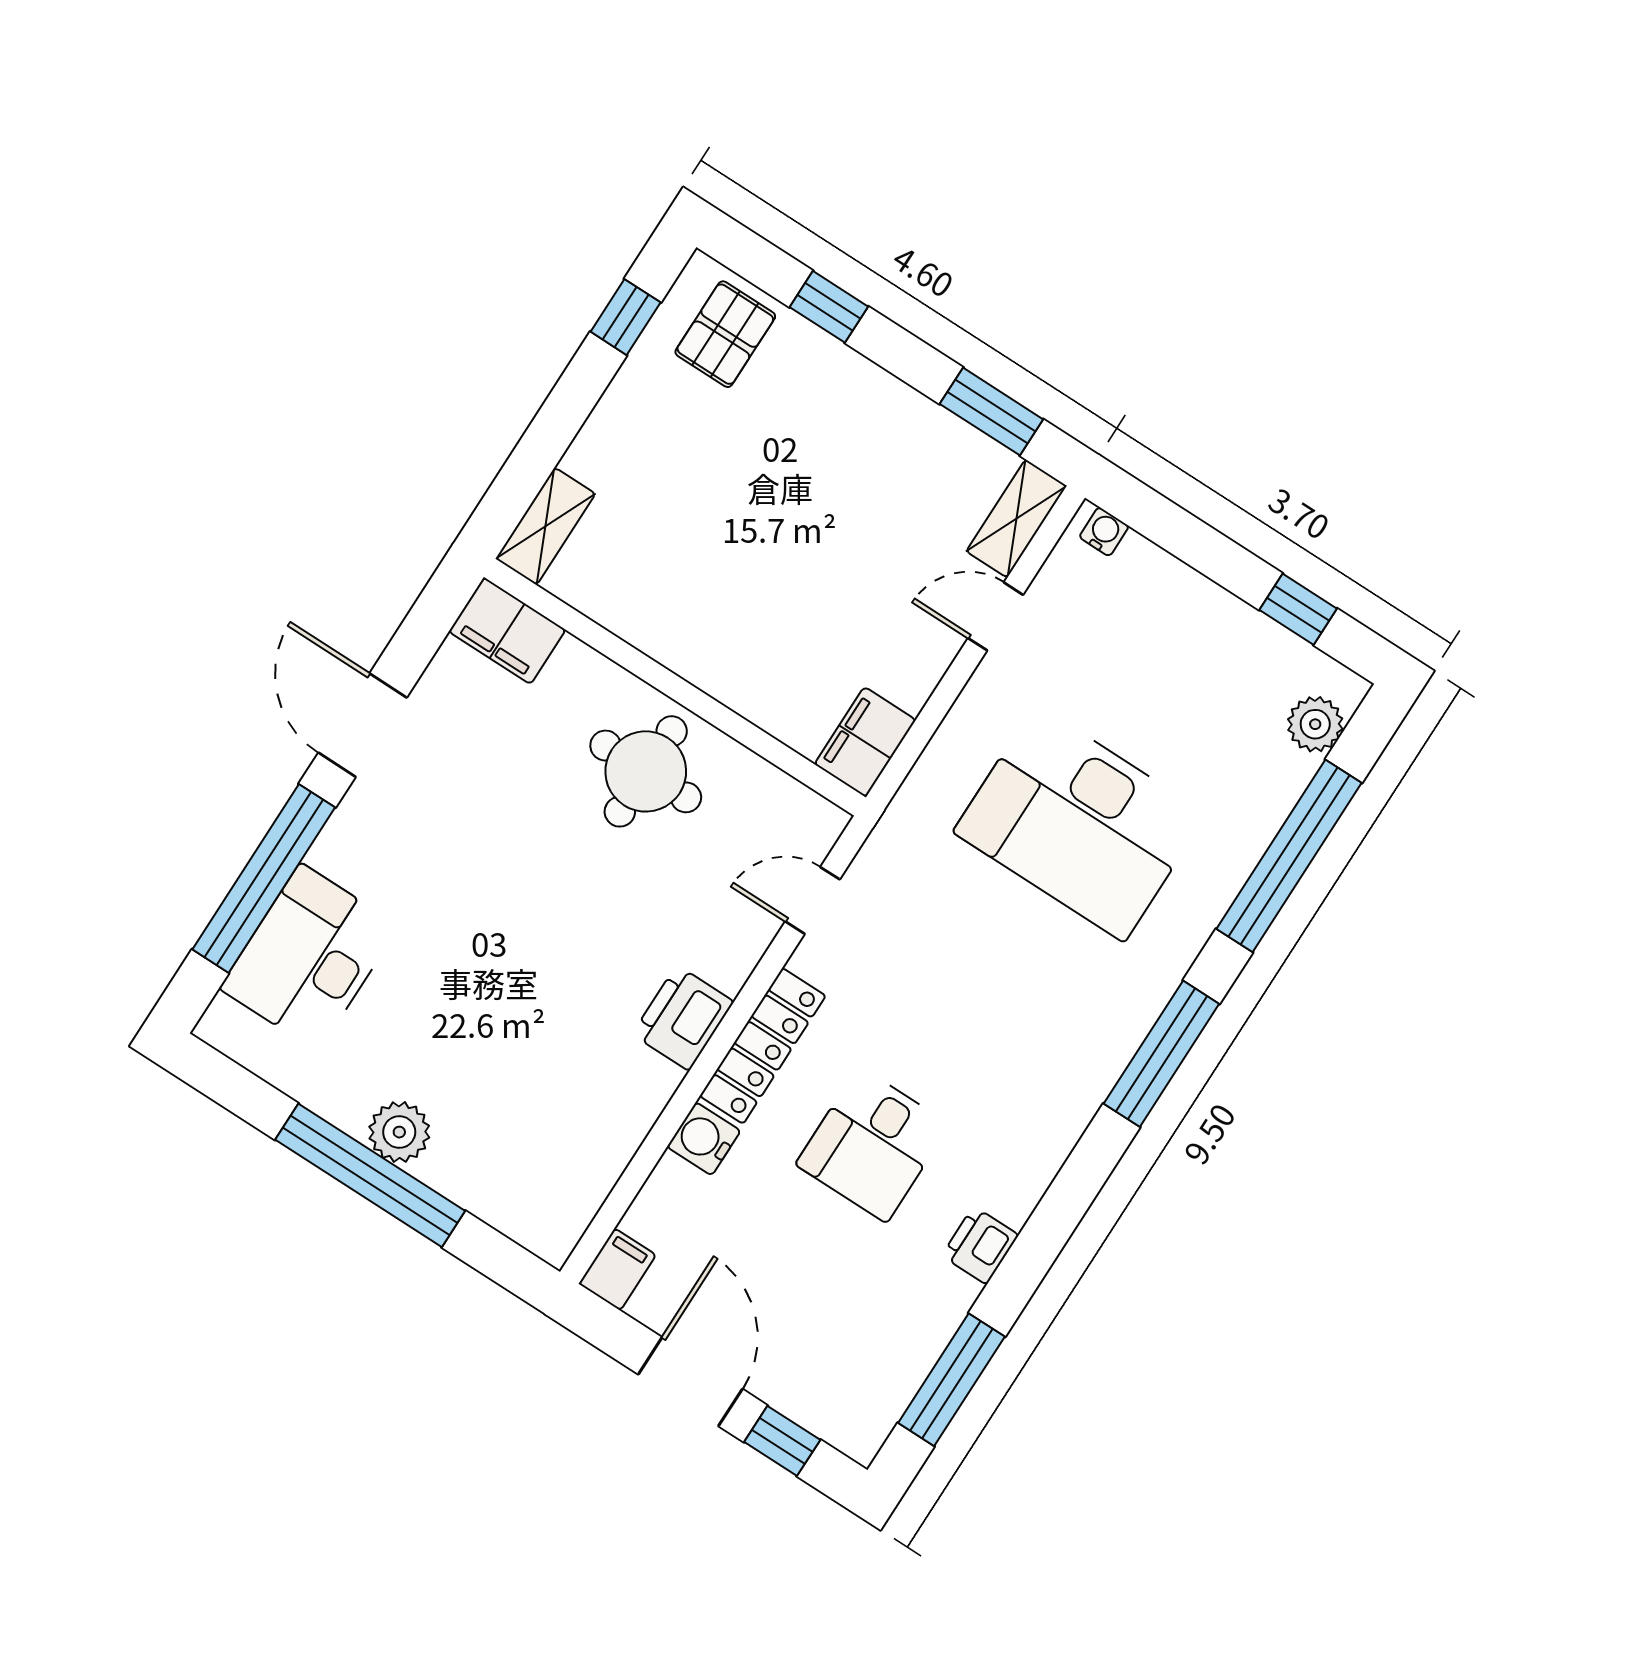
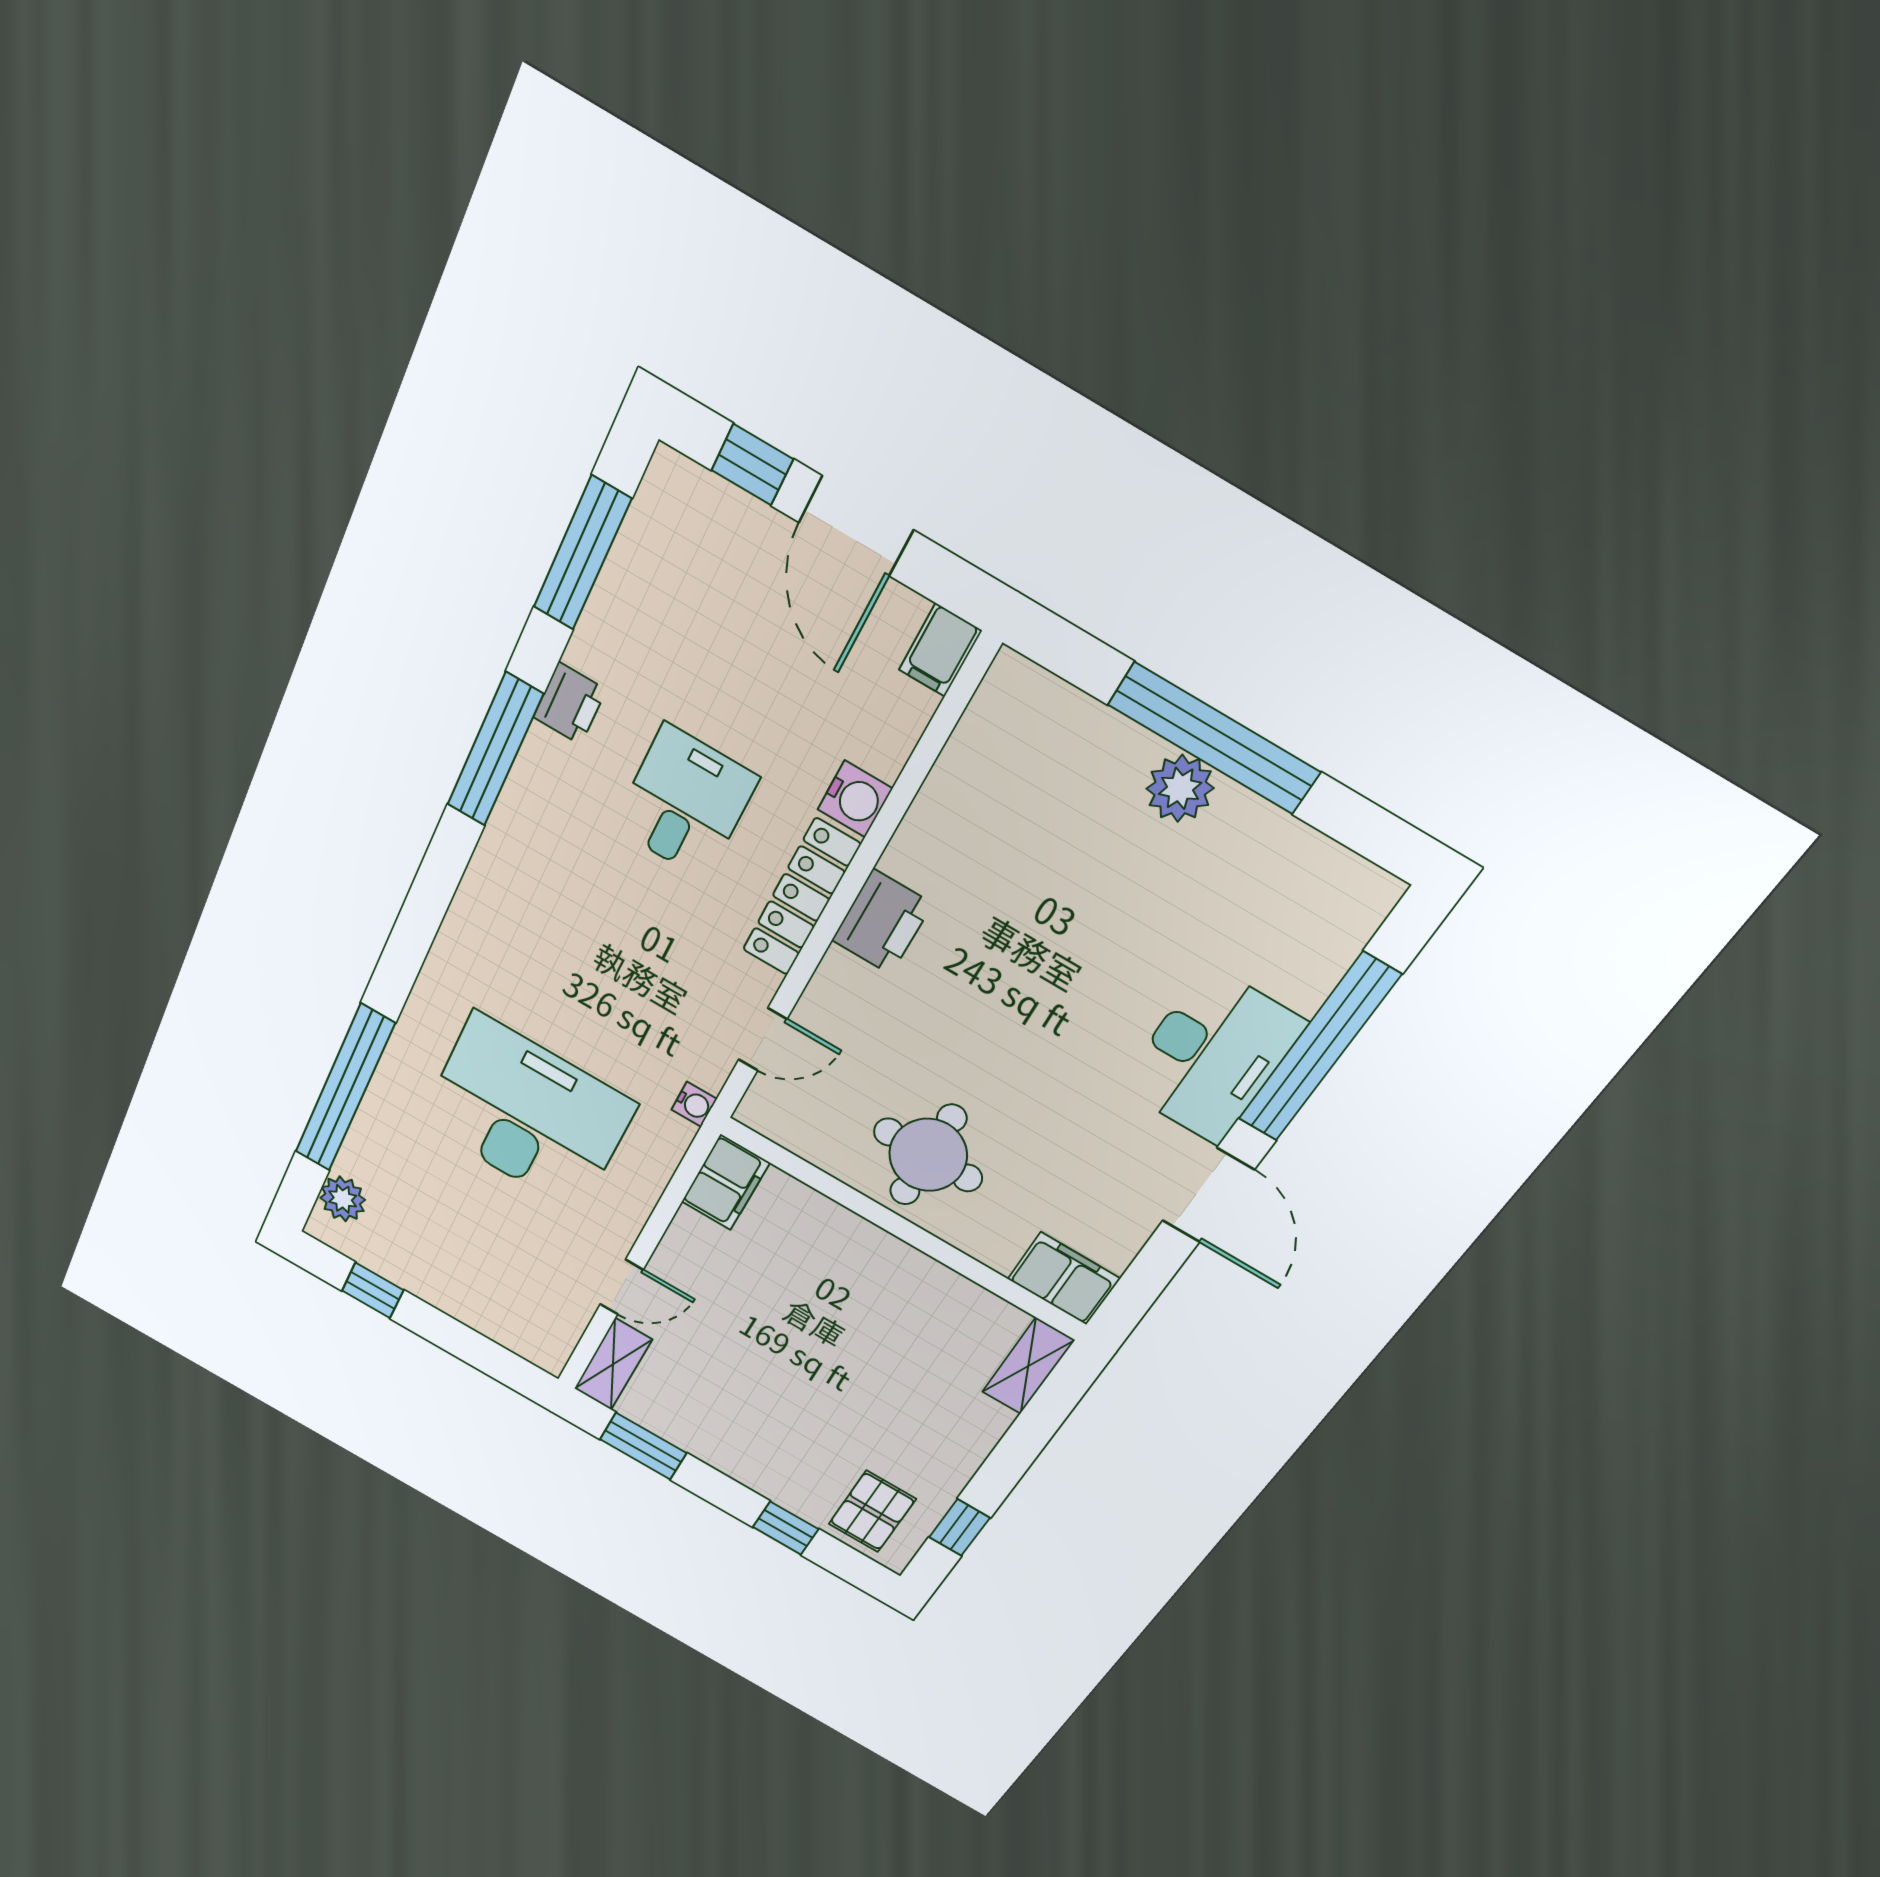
water cooler: (1104, 532) -> (694, 1104), moved, turned -90
desk: (309, 957) -> (1212, 1055), moved
window: (1161, 1054) -> (495, 750), moved

